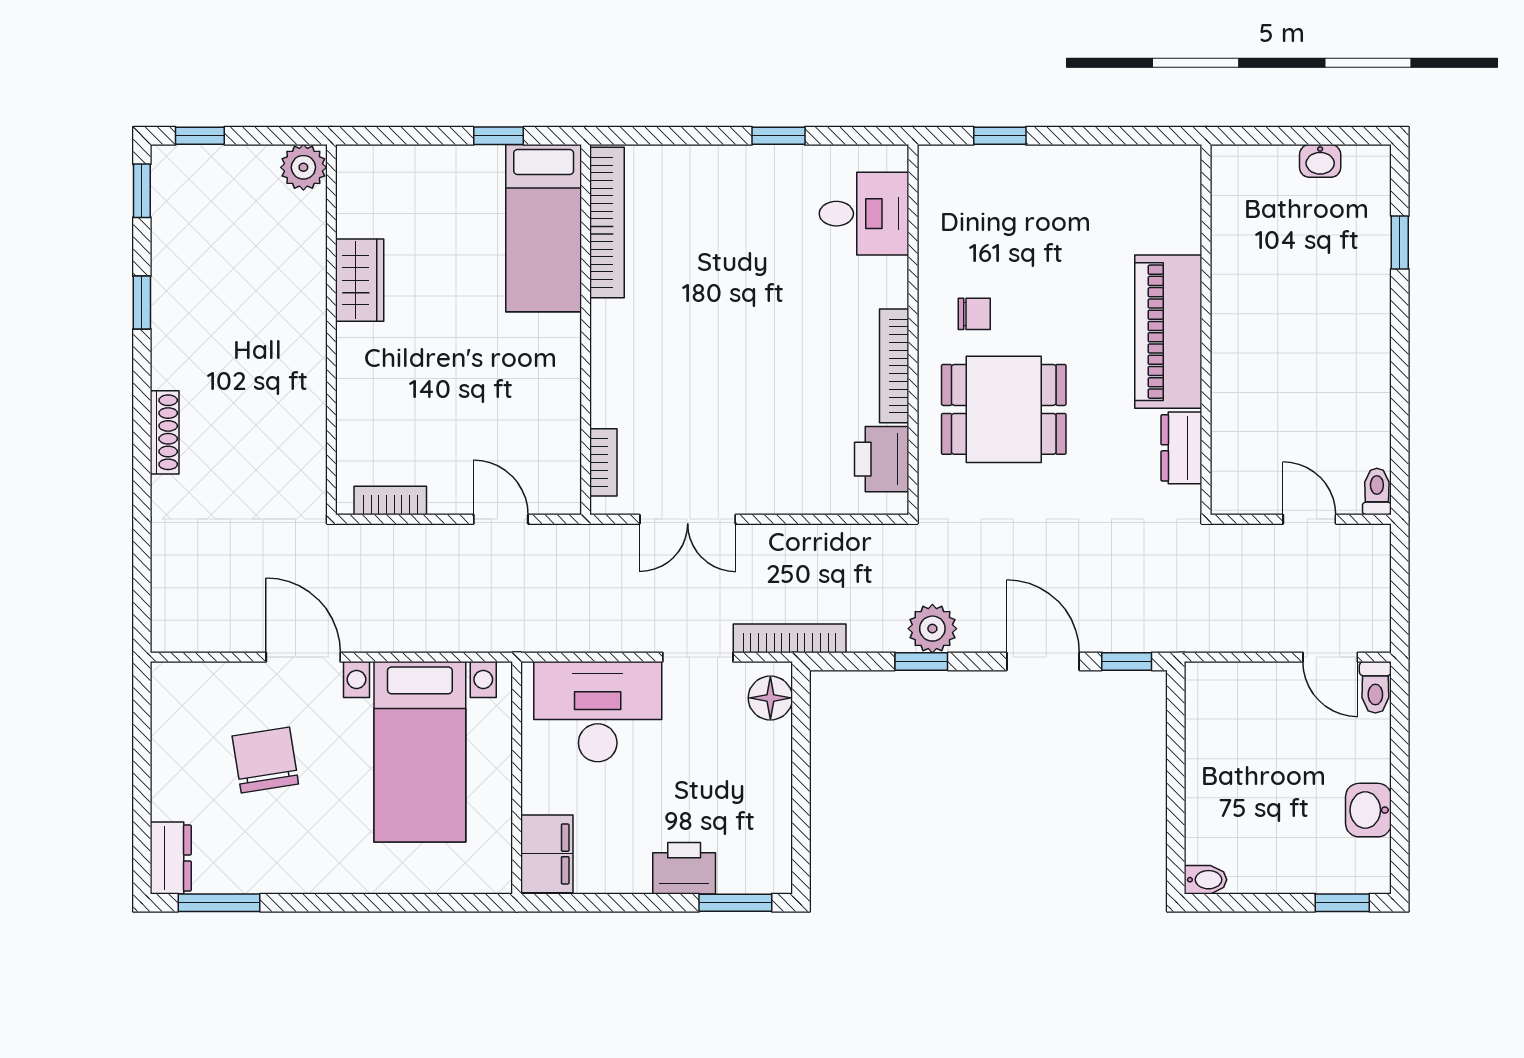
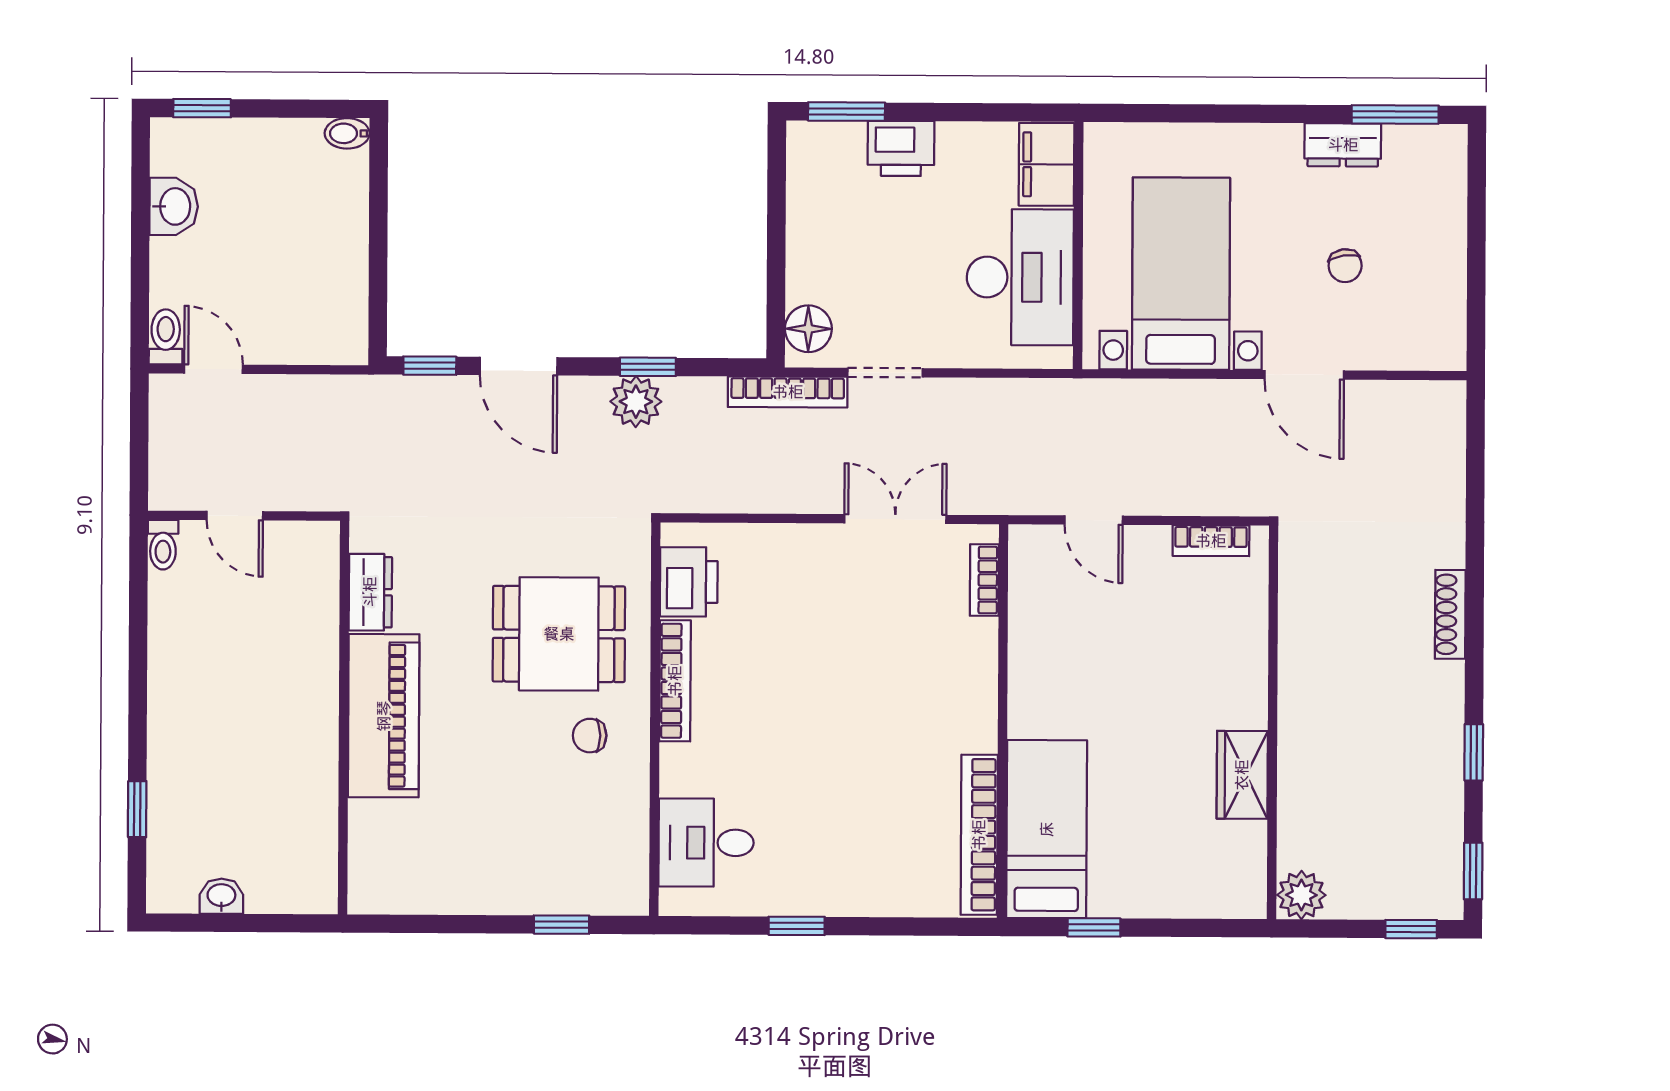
desk: (598, 712) -> (1020, 277), moved, turned -90
chair: (265, 760) -> (1345, 266), width x0.54, depth x0.54
dresser: (171, 858) -> (1343, 145), moved, turned -90

